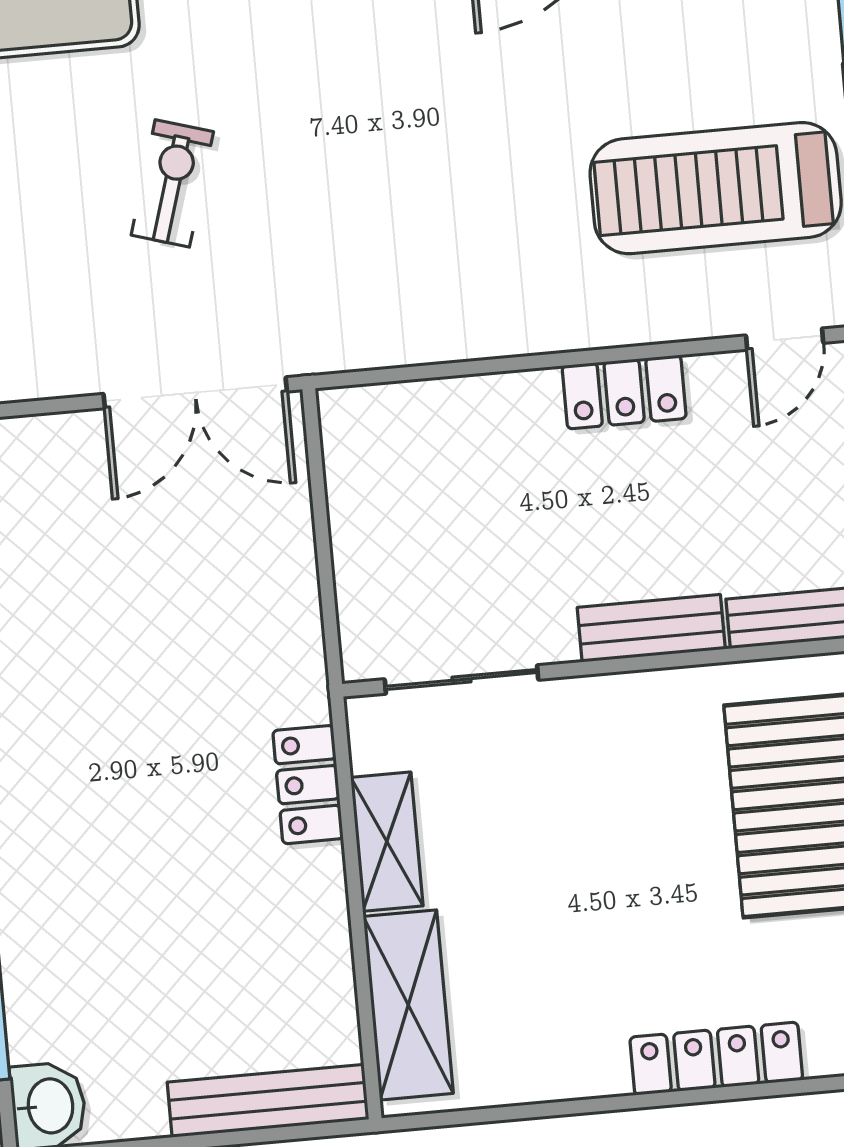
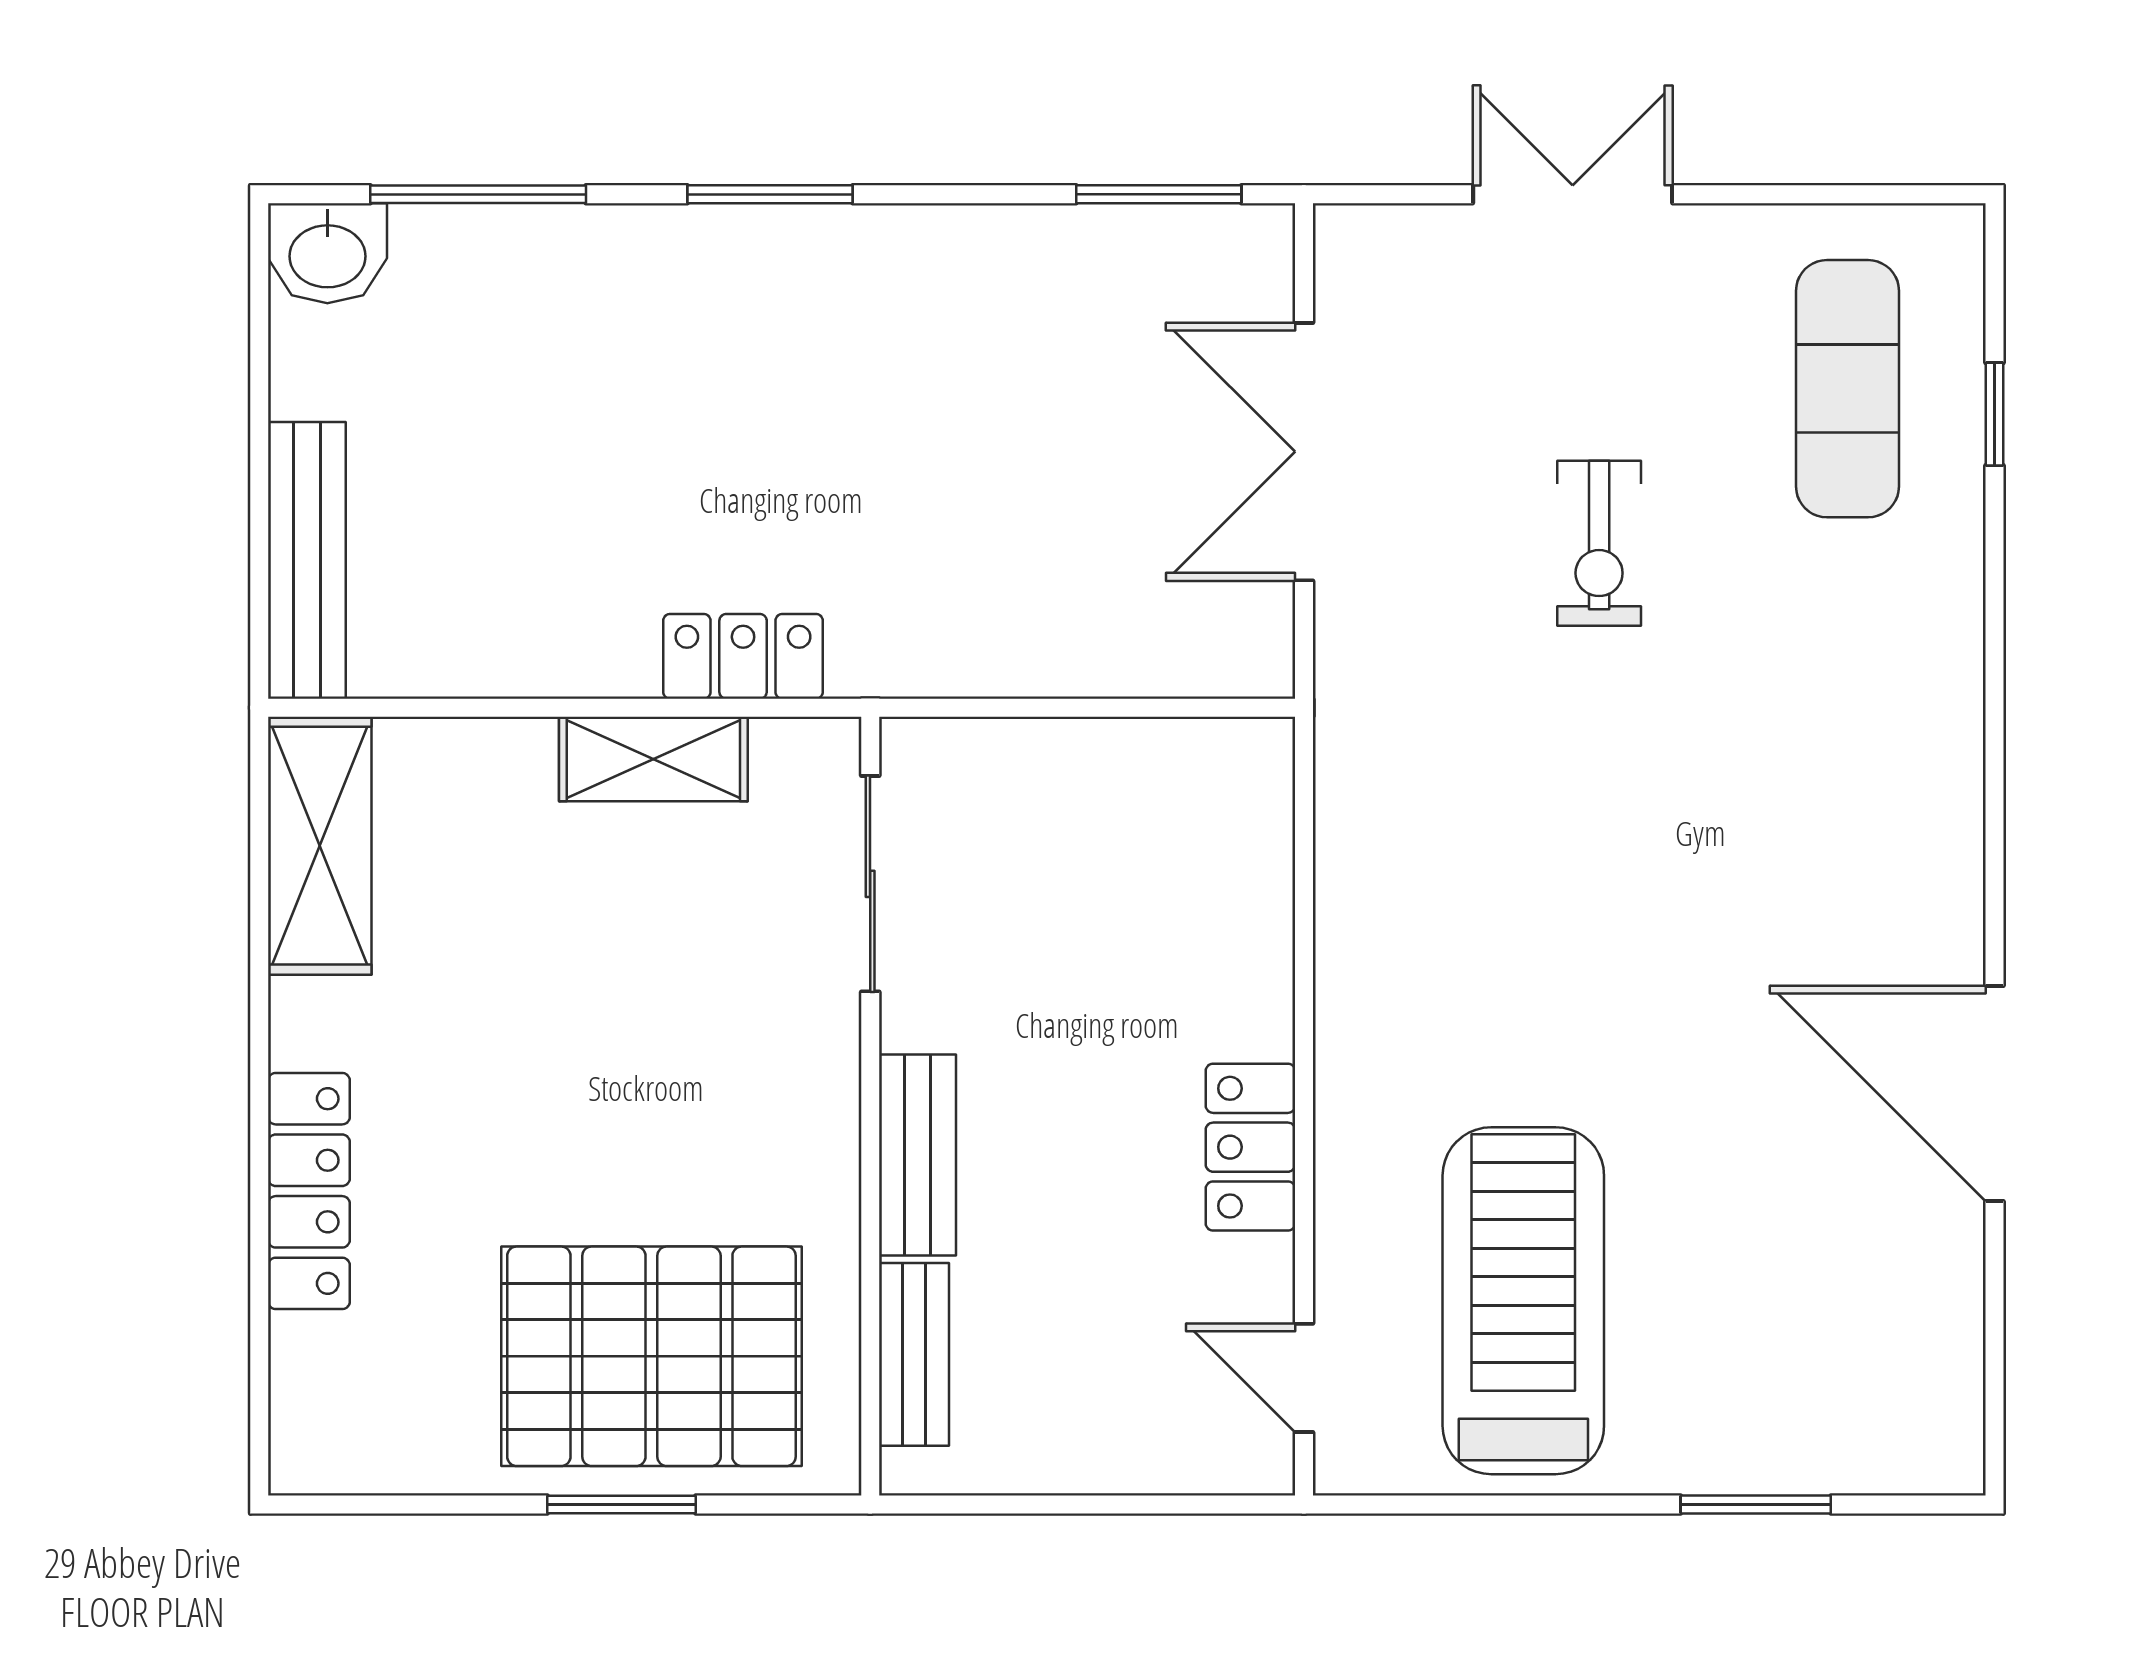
exercise bike: (172, 183) -> (1599, 543), turned 73
double door: (195, 393) -> (1304, 452), moved
shelving: (408, 1005) -> (320, 846), moved, turned 90

